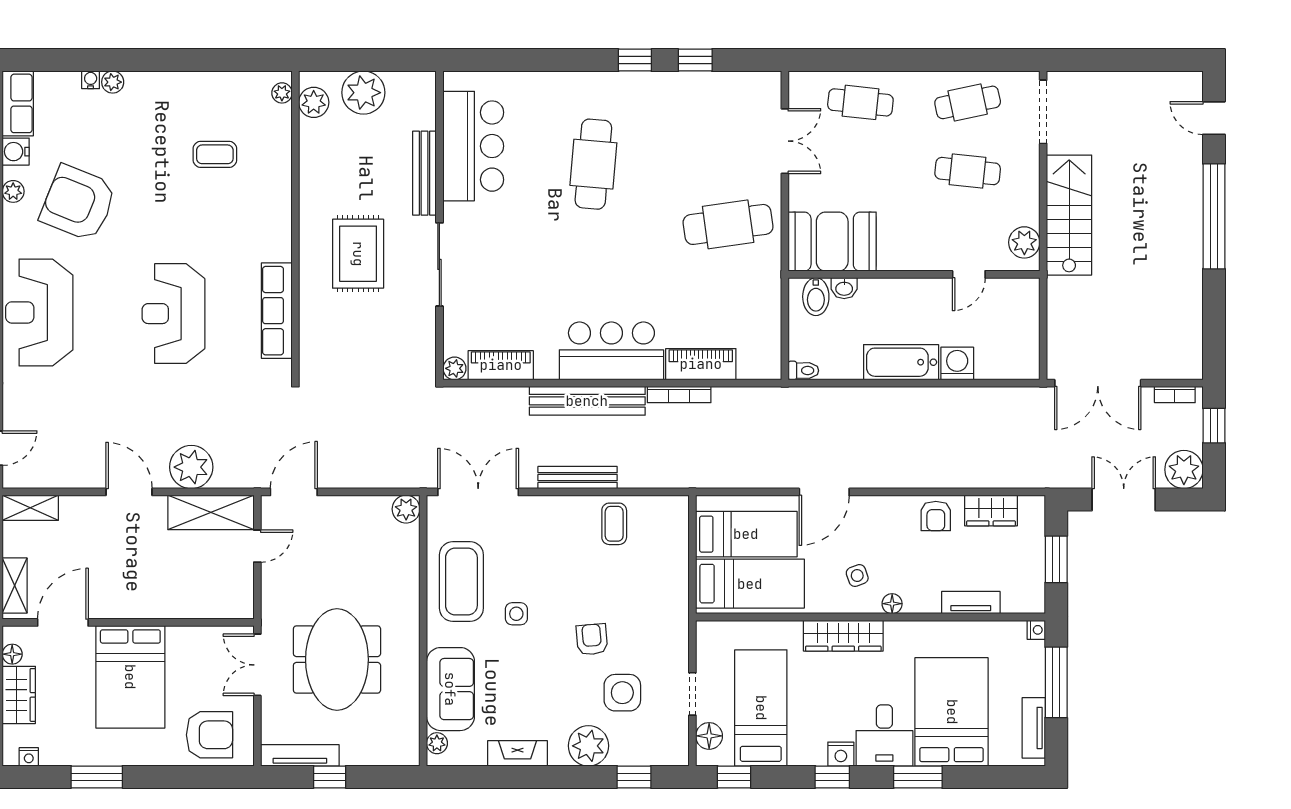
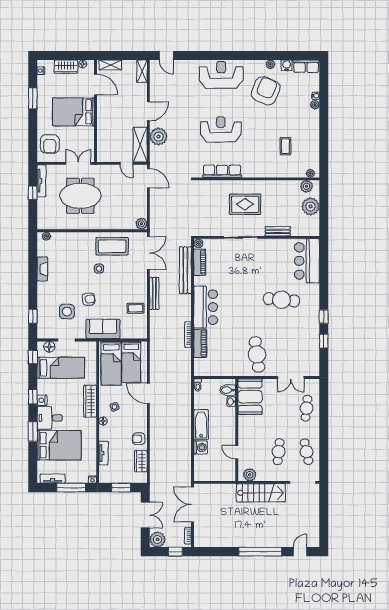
bar counter: (473, 146) -> (307, 261), moved, turned 90
bench: (424, 173) -> (278, 231), width x0.73
bench: (587, 401) -> (185, 270), moved
sofa: (450, 689) -> (103, 329), moved, turned 180
plant: (588, 746) -> (45, 298), removed

